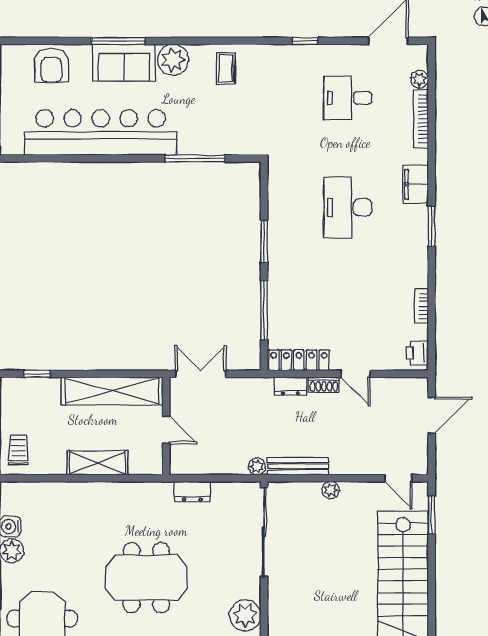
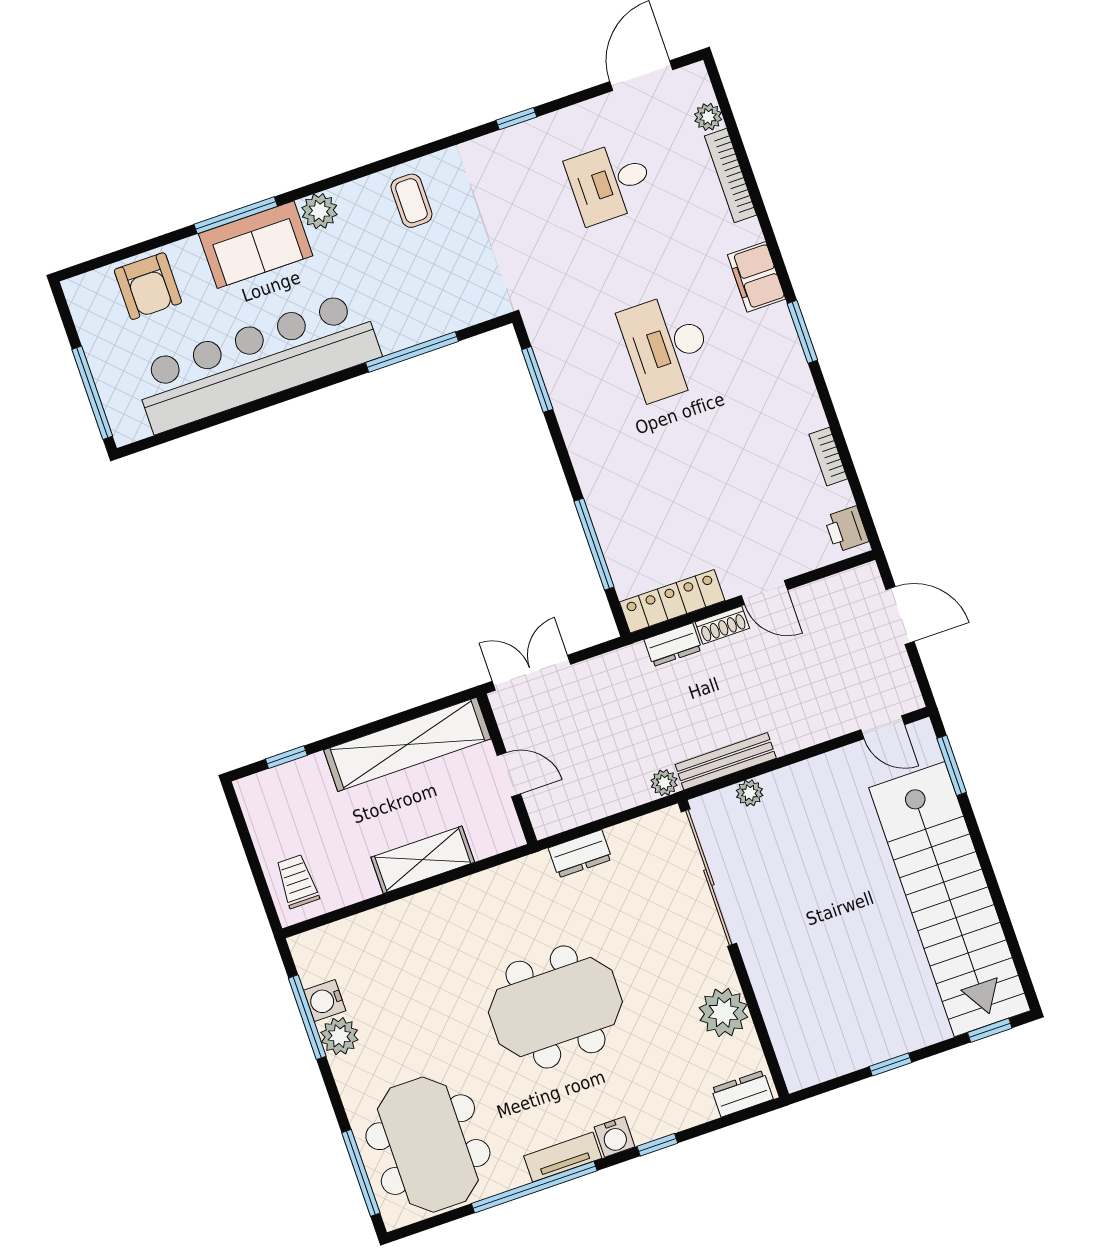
plant: (173, 60) -> (319, 211), width x0.73, depth x0.73
window: (264, 241) -> (537, 379), moved
door: (432, 415) -> (900, 616), hinge flipped
plant: (331, 490) -> (750, 793), moved

